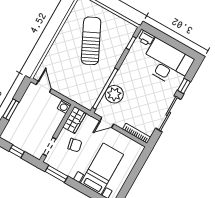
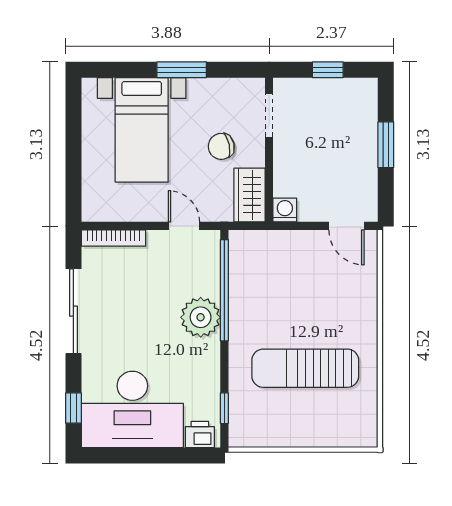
sun lounger: (91, 41) -> (305, 368), turned 116
window: (184, 86) -> (73, 408), moved
plant: (114, 94) -> (201, 317), moved
door: (107, 123) -> (184, 226), hinge flipped
window: (56, 174) -> (182, 70), moved

